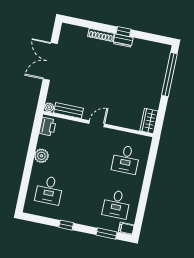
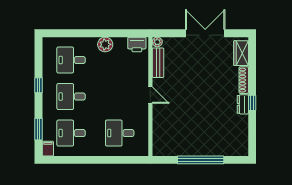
window: (169, 75) -> (201, 160), moved
wardrobe: (149, 121) -> (241, 53), moved, turned -90
desk: (83, 197) -> (71, 97), added

